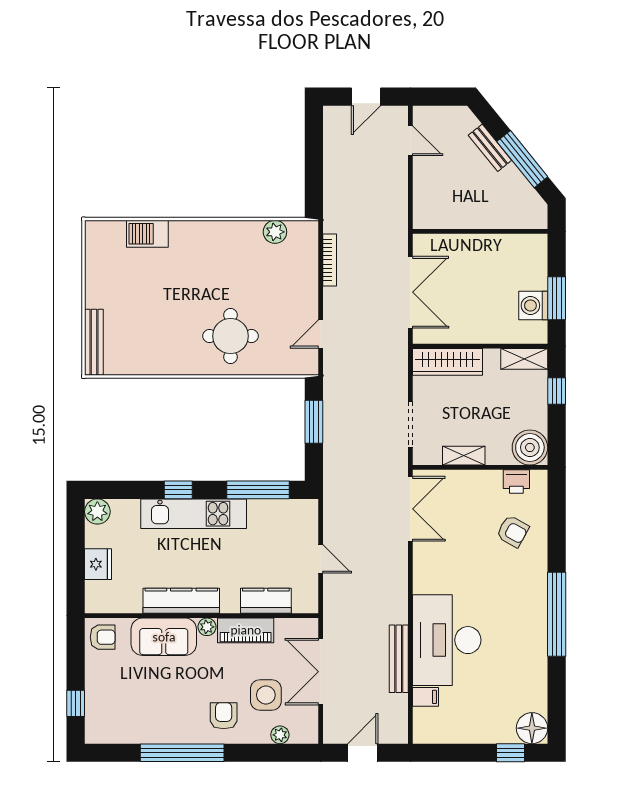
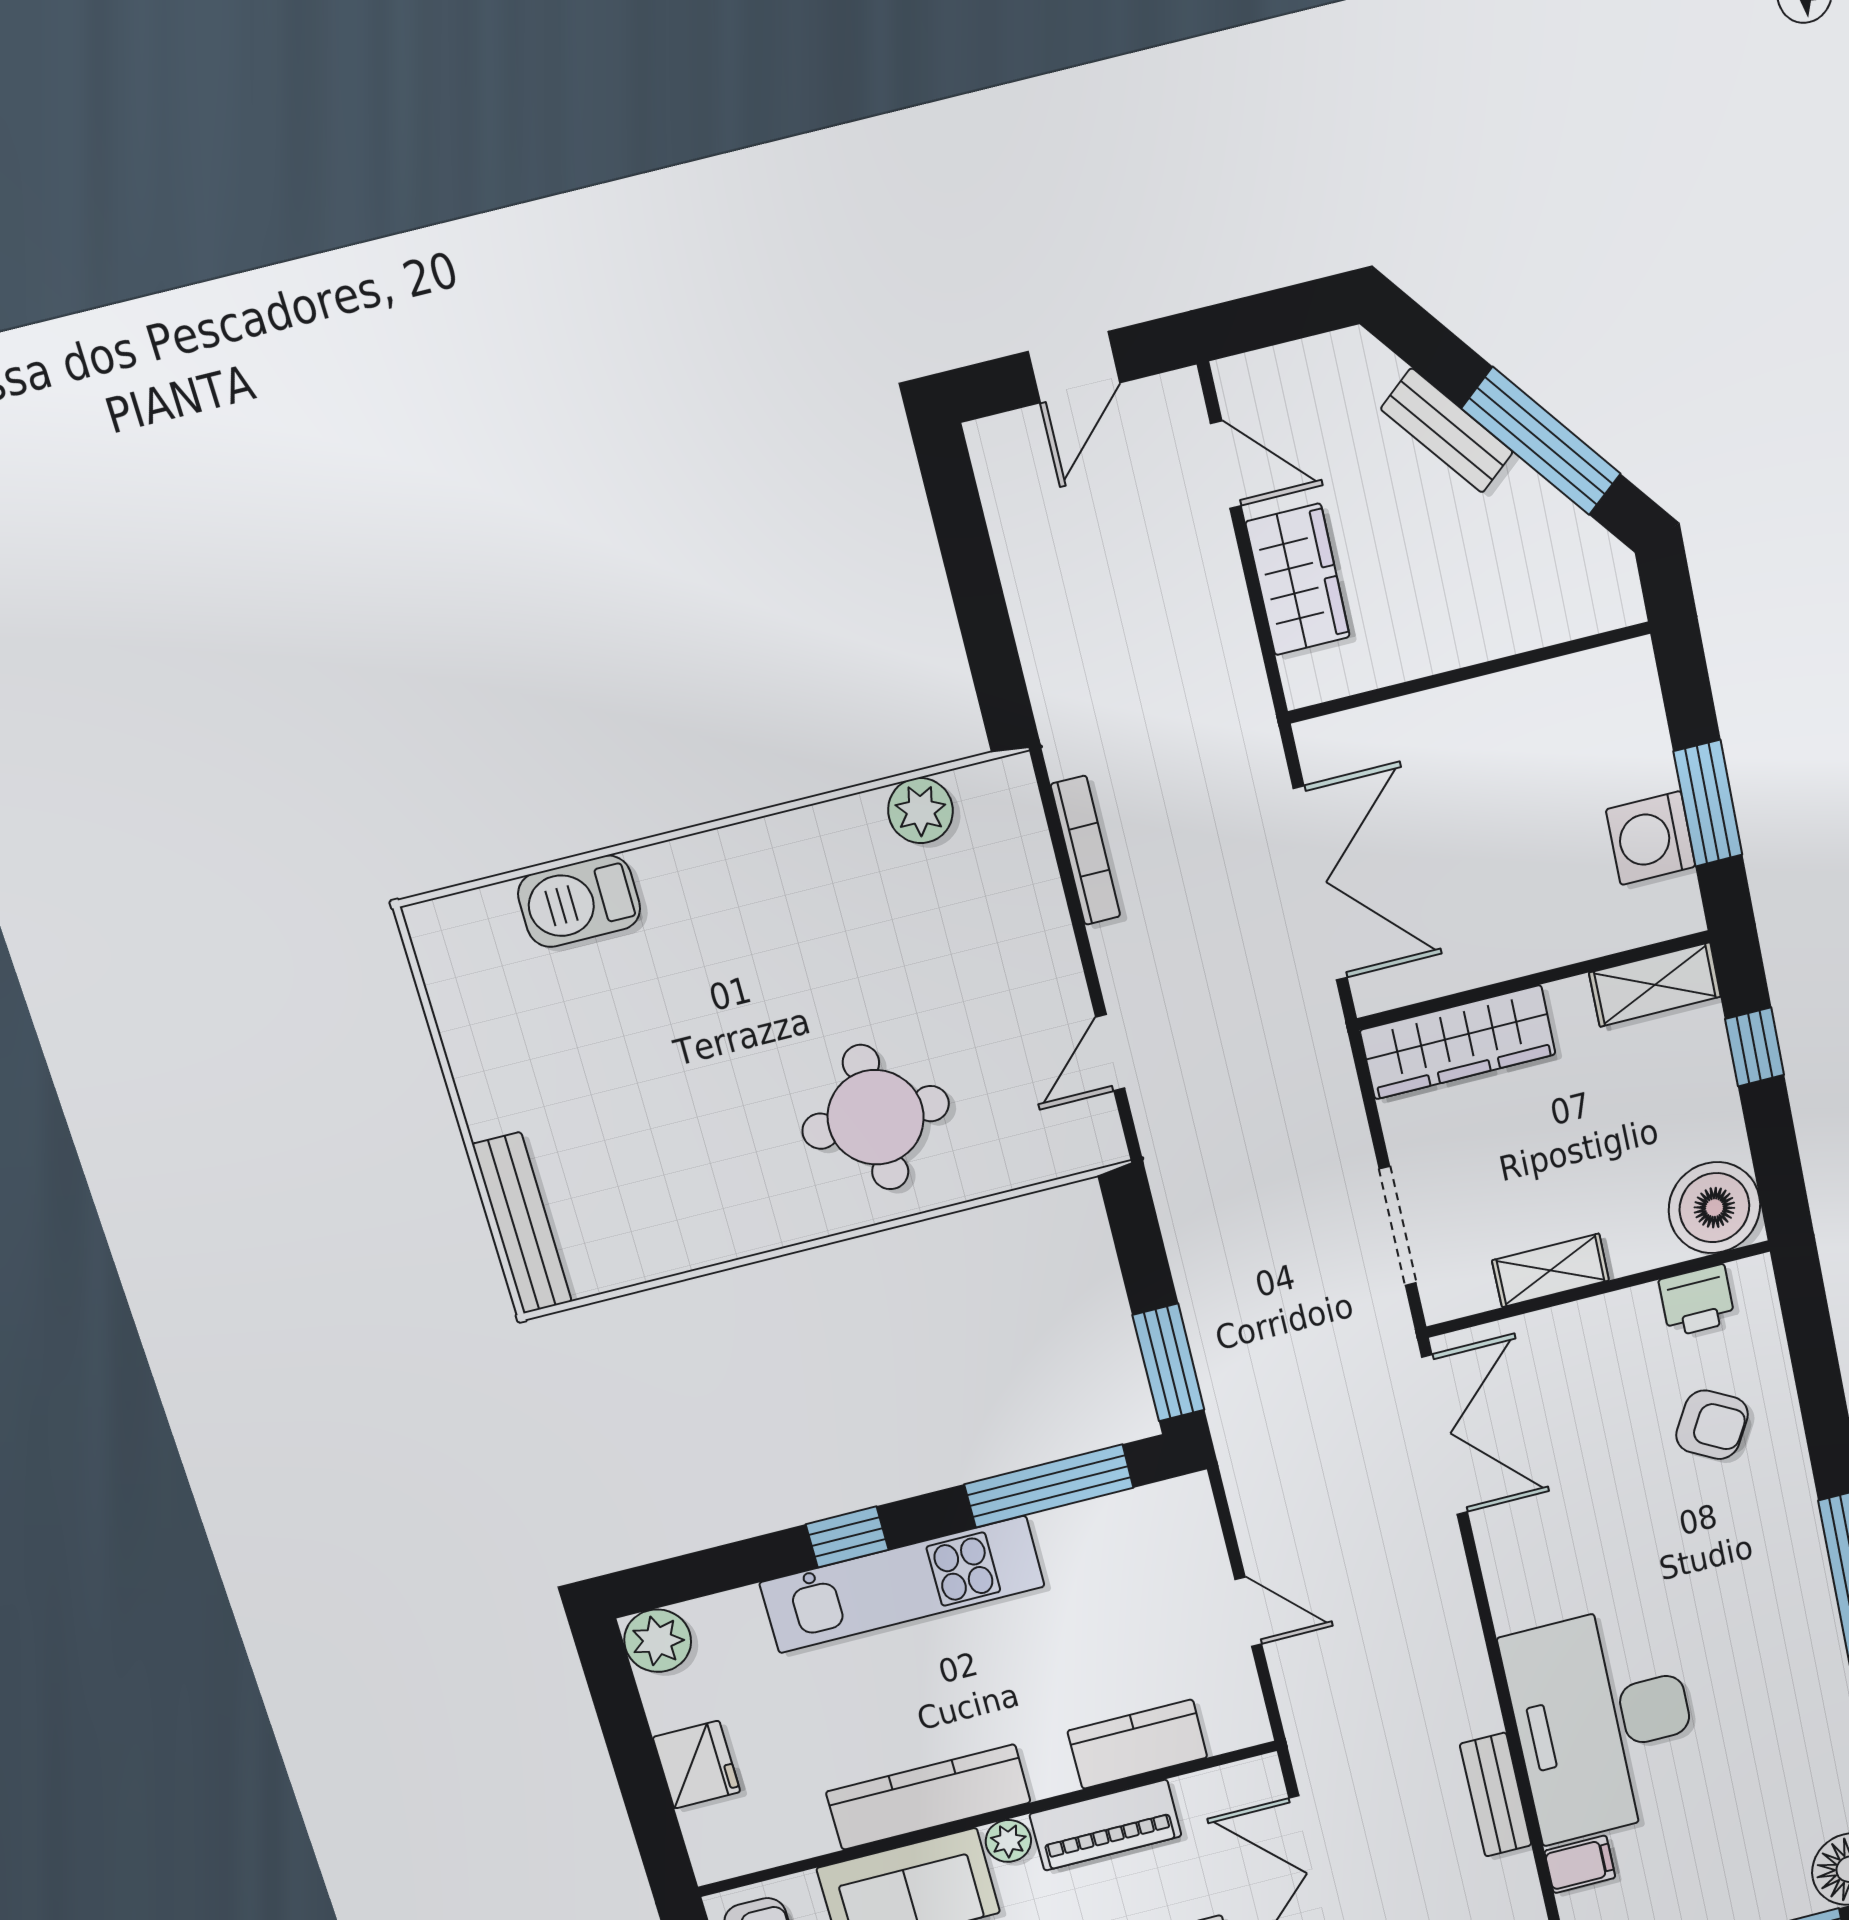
wardrobe: (427, 185) -> (1298, 580), added
window: (314, 422) -> (1169, 1363), moved
bench: (399, 659) -> (1496, 1795), width x0.73

